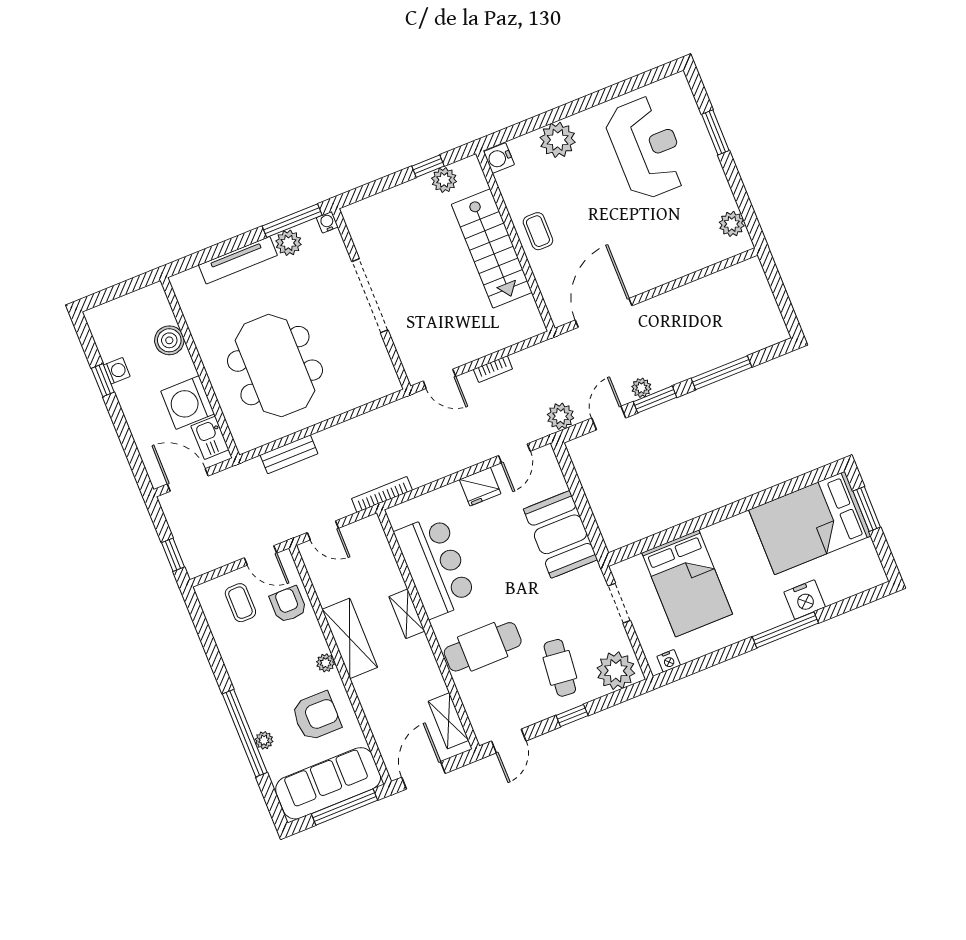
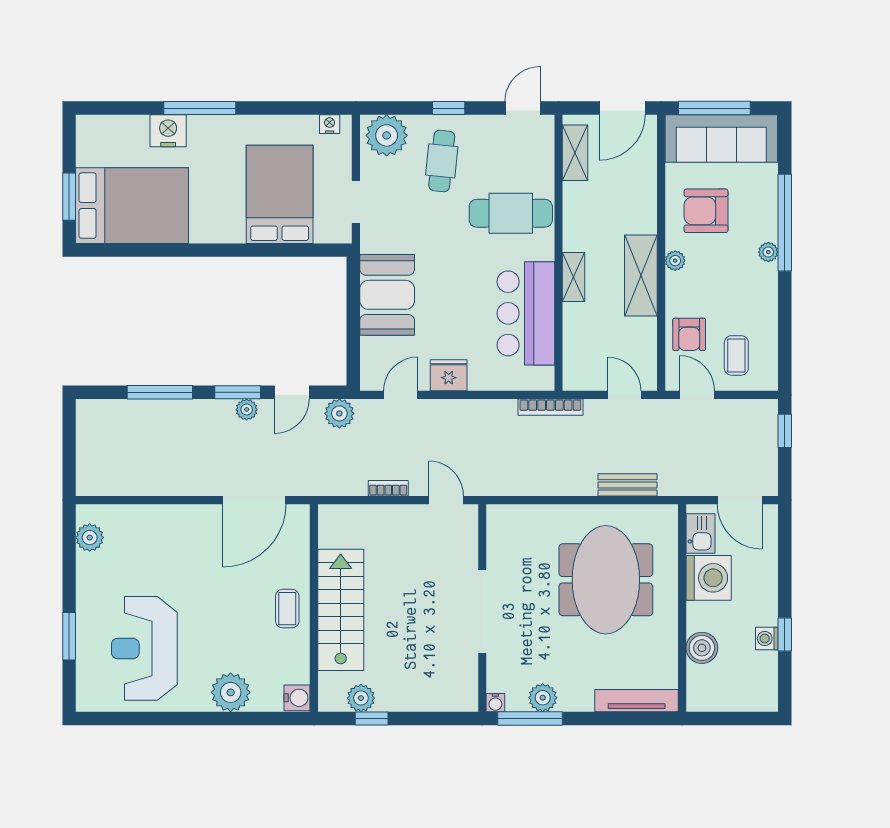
tv unit: (238, 260) -> (637, 701), moved
plant: (264, 740) -> (768, 252), moved

